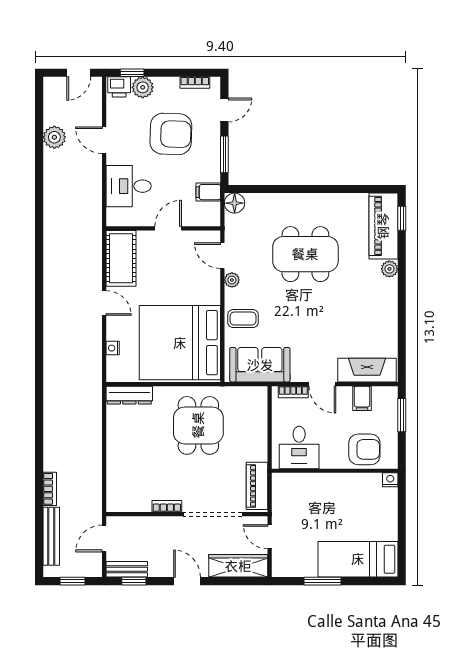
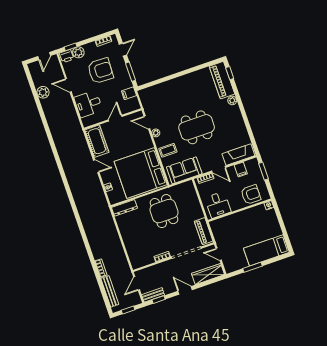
floor lamp: (235, 203) -> (144, 94), removed
dining table: (305, 254) -> (197, 127), moved

